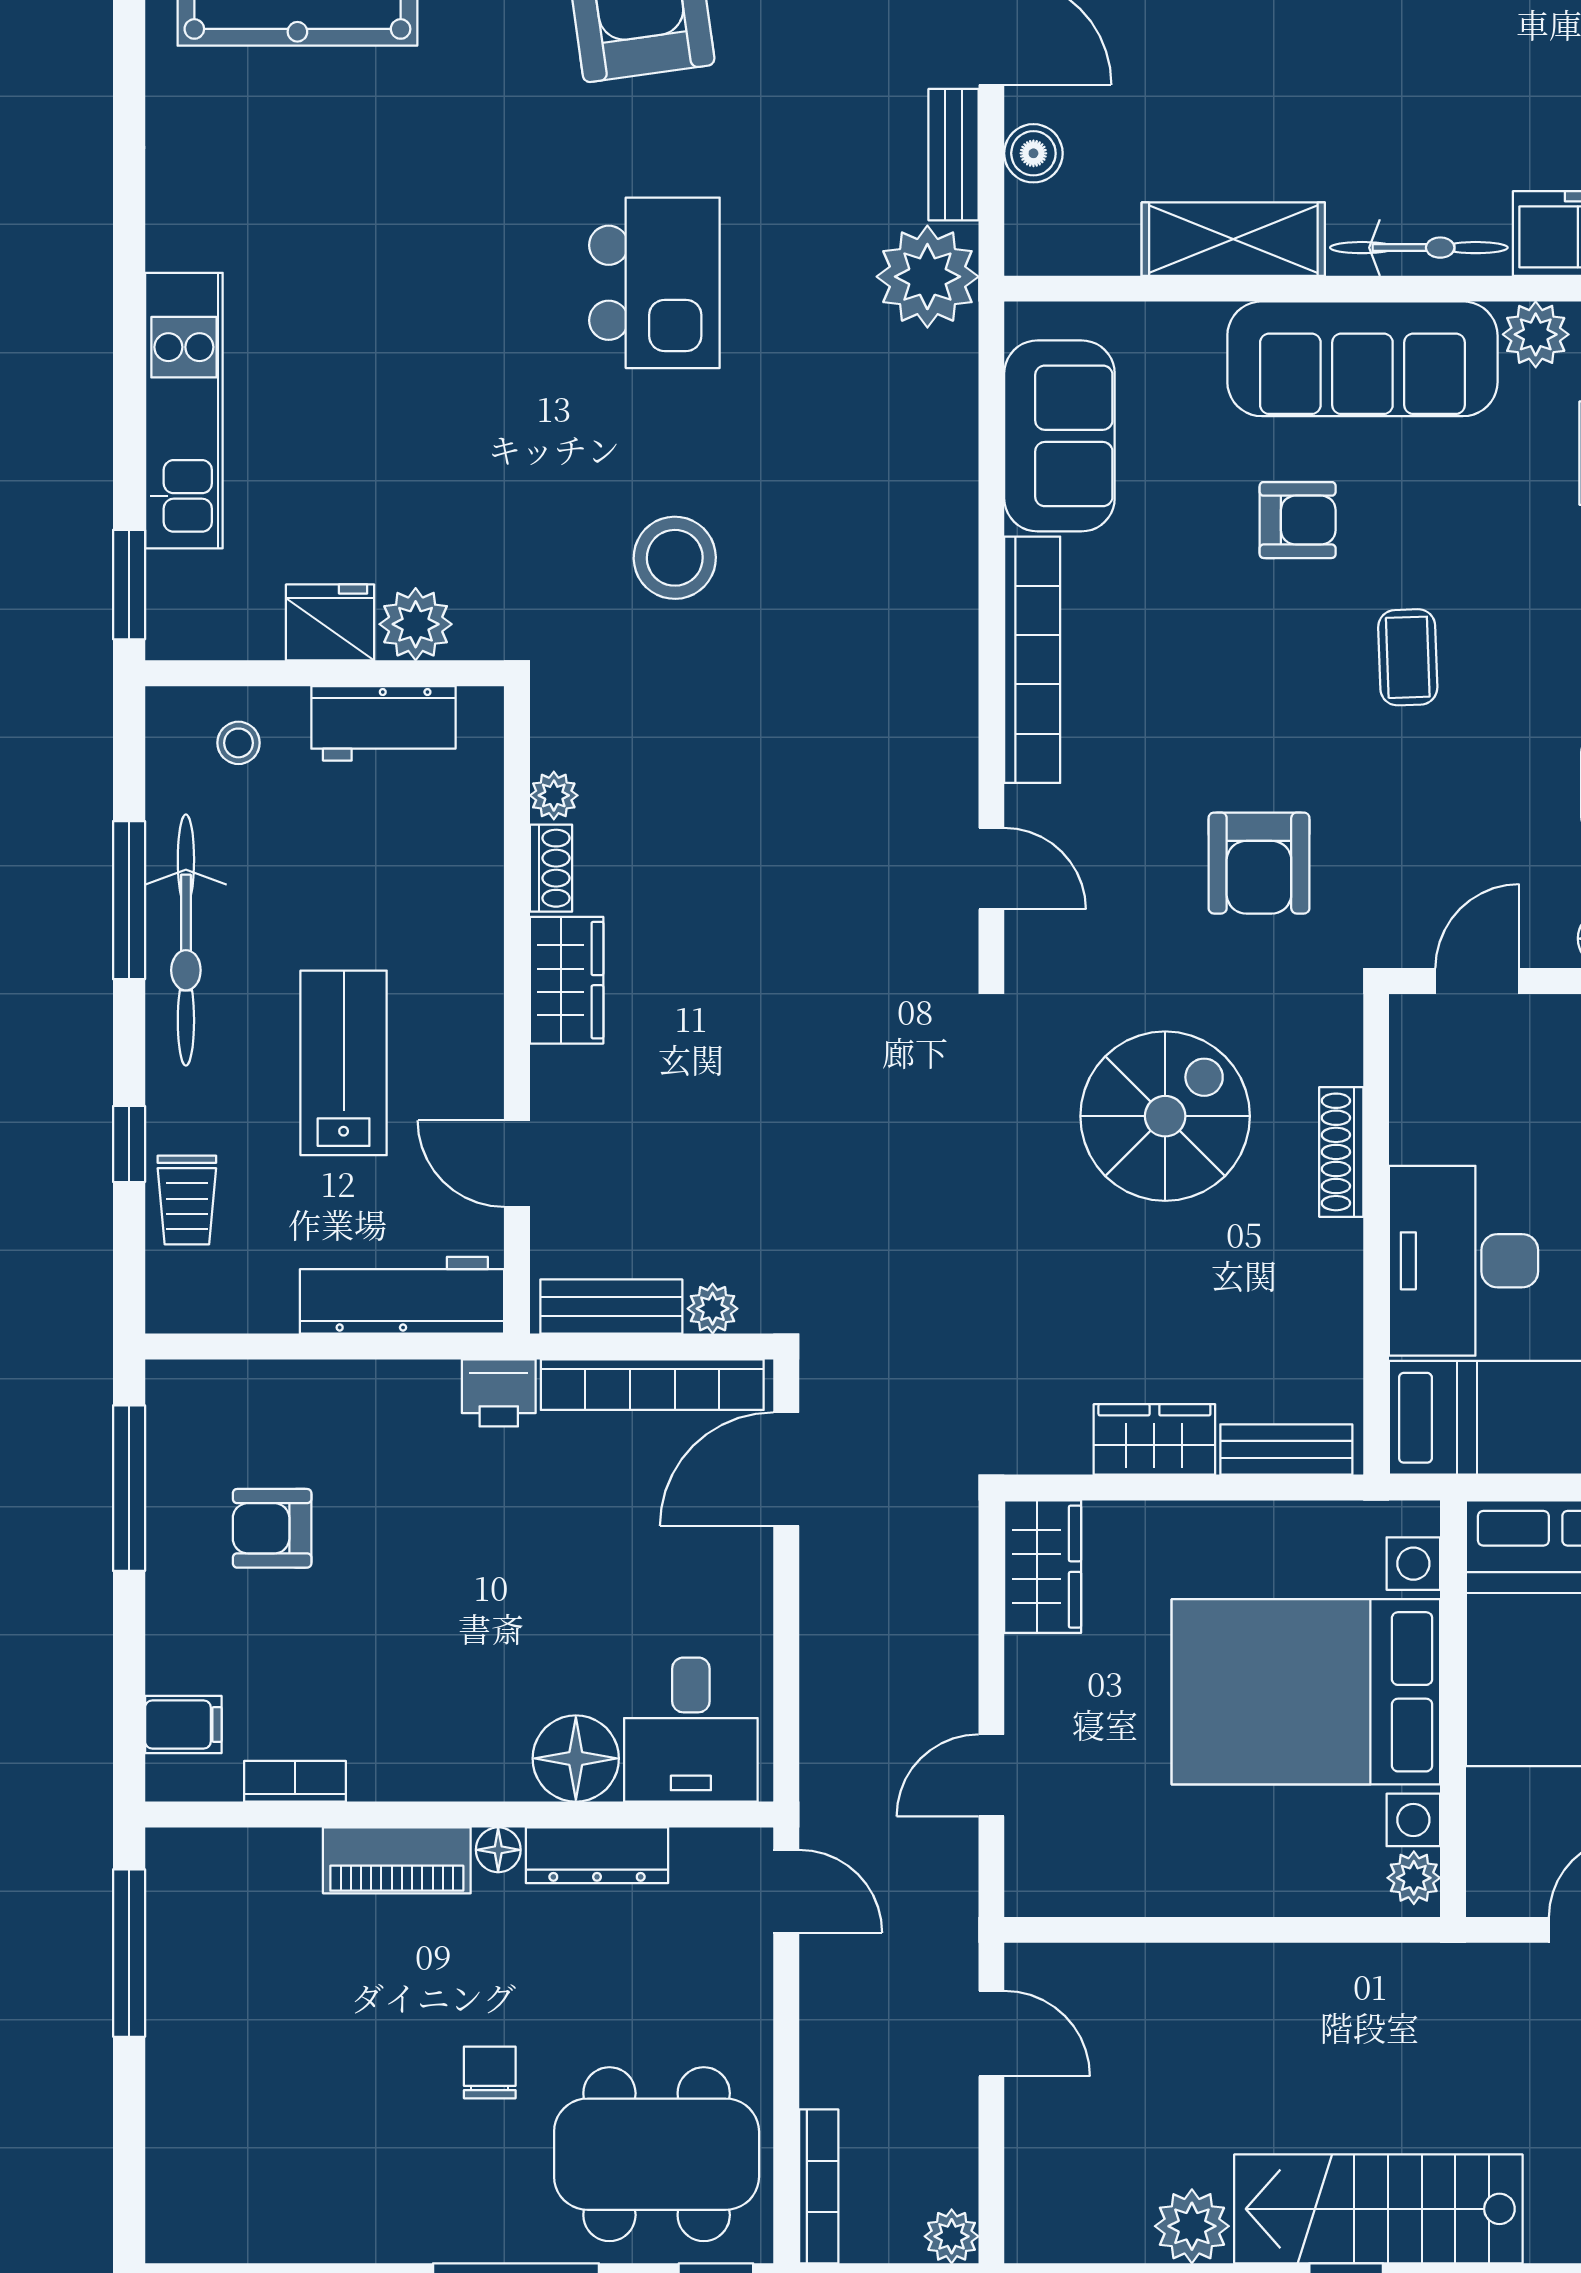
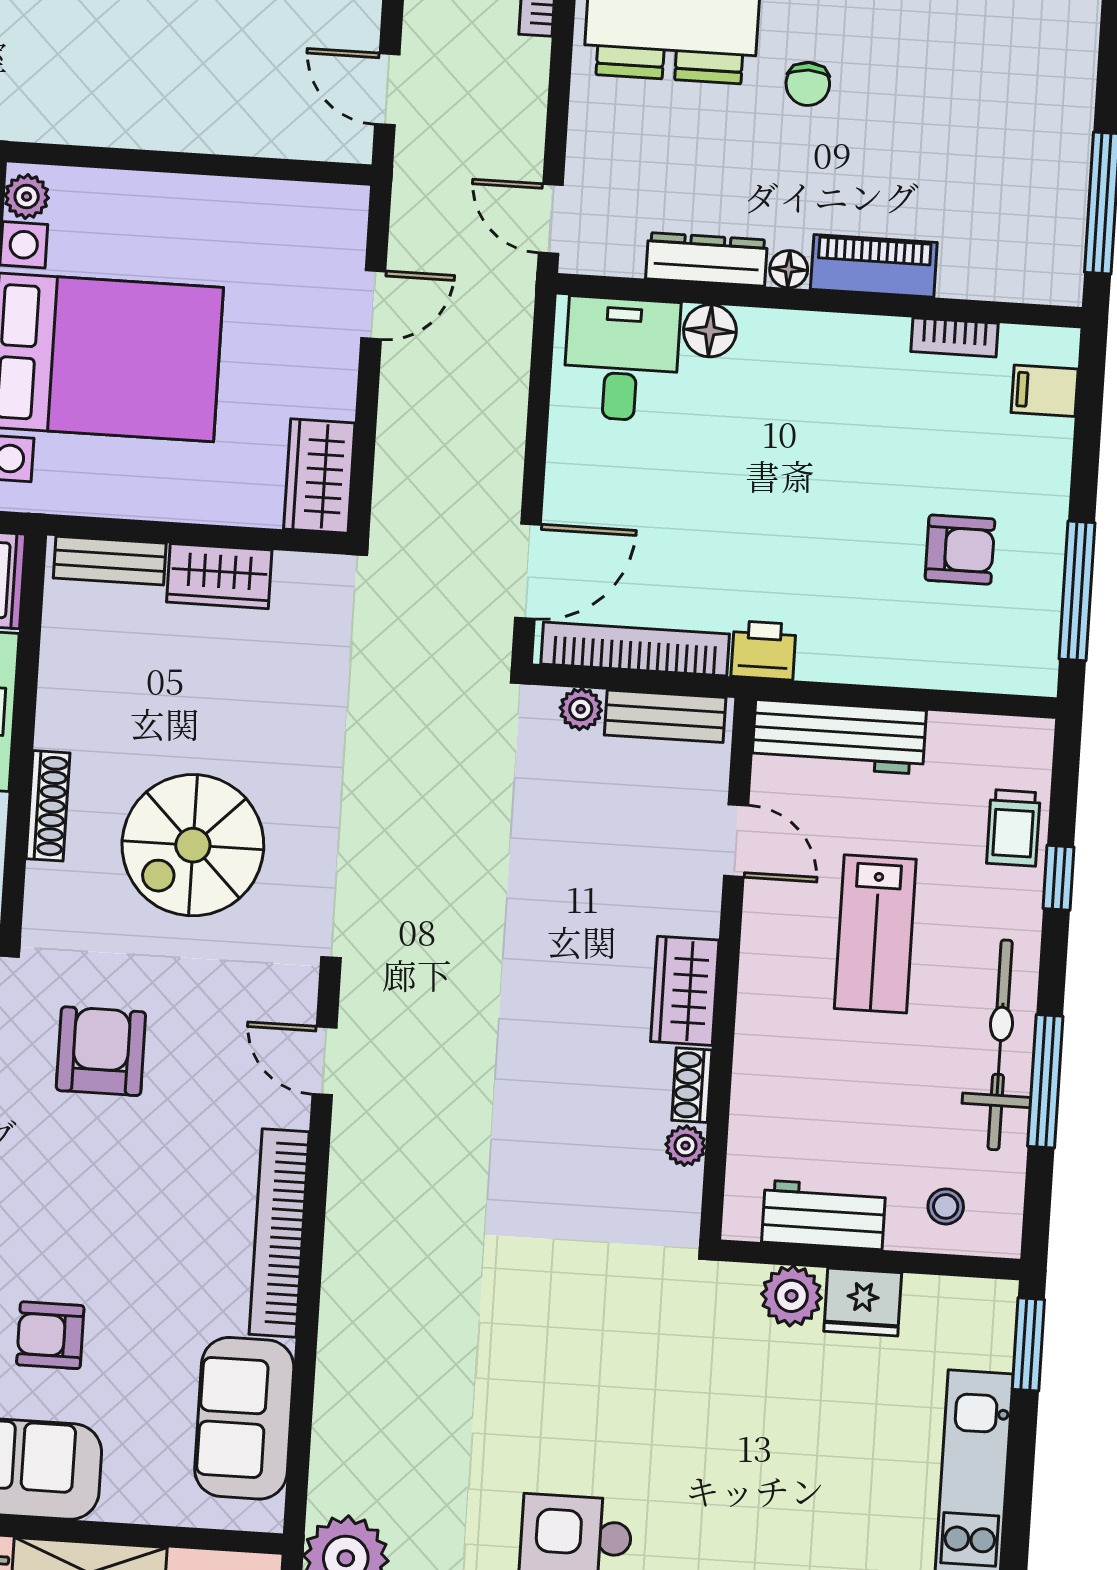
stool: (675, 558) -> (572, 1337), removed
trolley: (187, 1200) -> (1013, 828), turned 180
floor lamp: (576, 1758) -> (710, 331), width x0.73, depth x0.73

